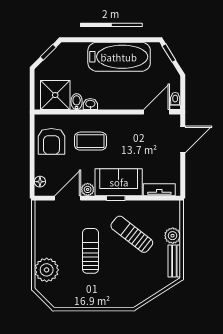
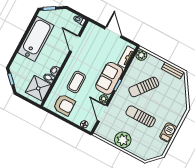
door: (157, 112) -> (75, 44), moved
door: (183, 139) -> (113, 32), moved
plant: (173, 236) -> (141, 55), moved
plant: (47, 270) -> (123, 140), moved
barbecue: (89, 299) -> (168, 132), added

